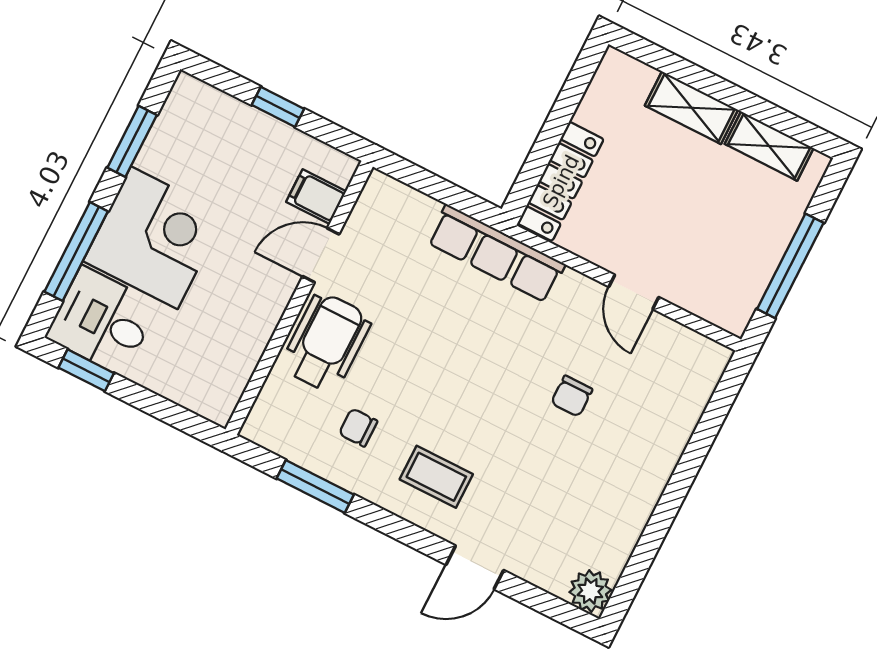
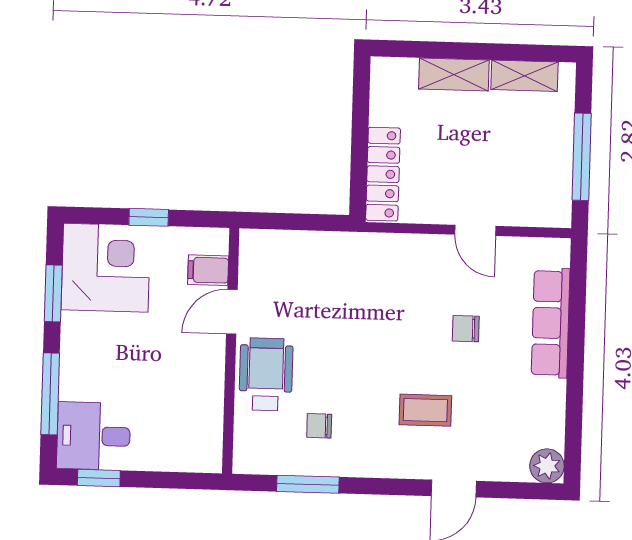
corner desk: (154, 238) -> (106, 268), moved
row of seats: (496, 253) -> (551, 323), moved, turned 90
chair: (572, 396) -> (466, 329), turned 90
coffee table: (436, 477) -> (425, 410), moved

